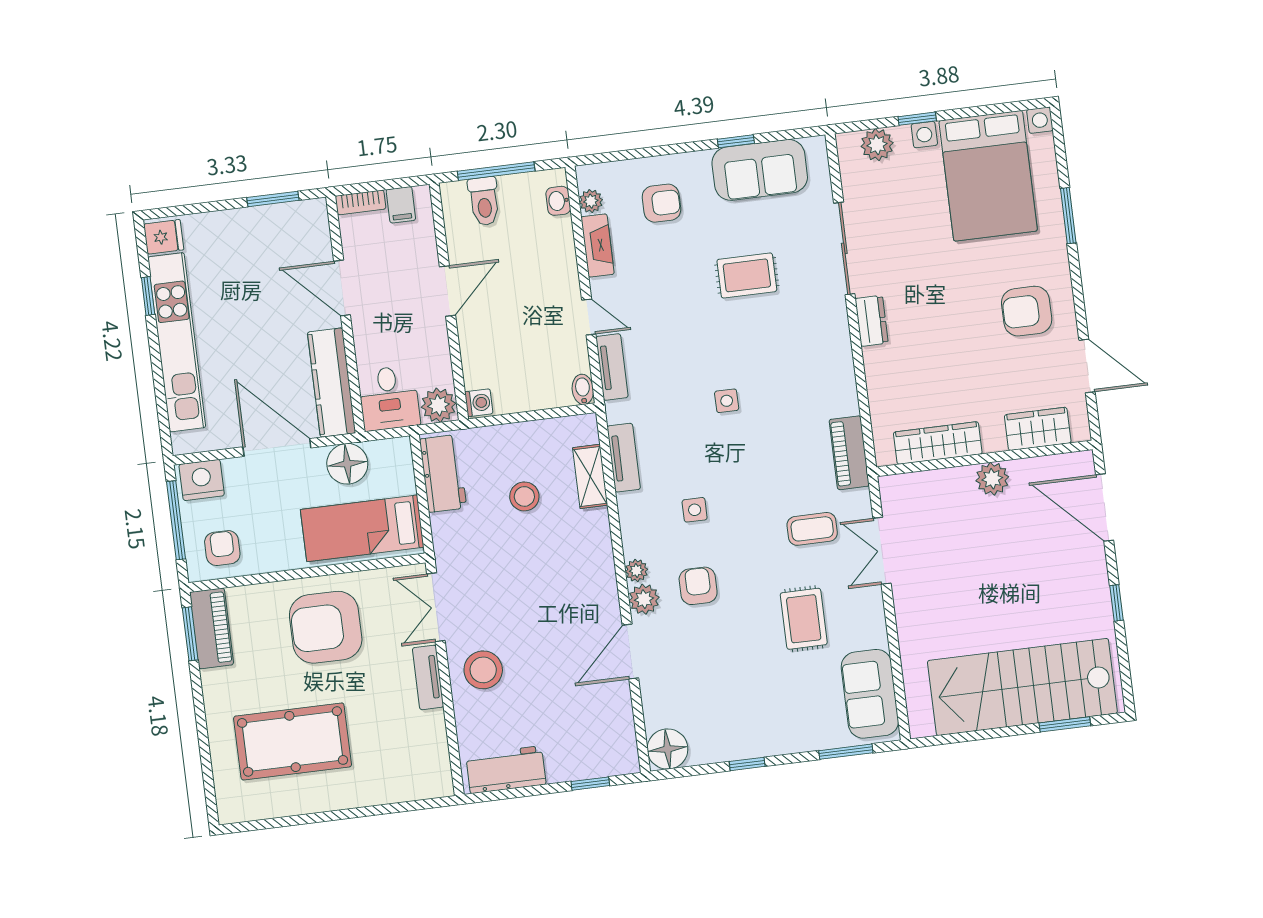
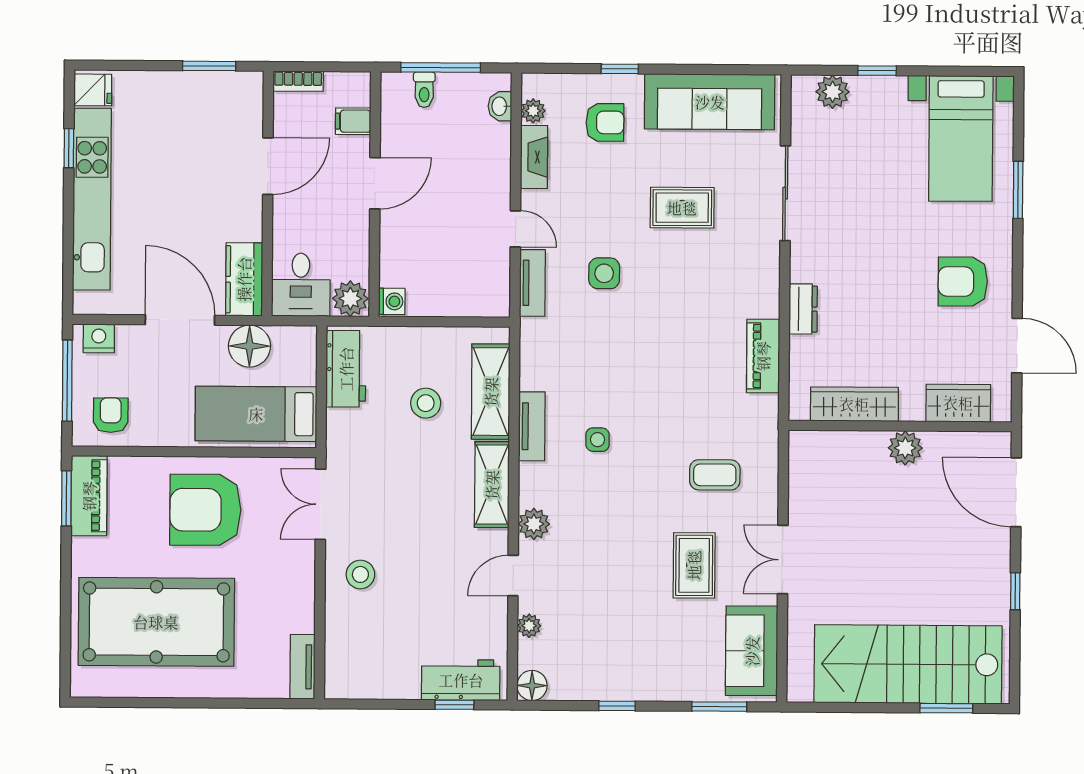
window: (736, 141) -> (620, 69), moved
sofa: (760, 170) -> (710, 102), width x1.36
bed with nightstands: (988, 176) -> (961, 139), width x0.73
toilet: (484, 201) -> (424, 90), width x0.73, depth x0.72
filing cabinet: (401, 205) -> (353, 121), moved, turned 90
door: (342, 288) -> (268, 166), swing flipped
dresser: (872, 321) -> (803, 309), moved
kitchen counter: (332, 383) -> (244, 279), width x0.67
bidet: (583, 389) -> (500, 302), removed
side table: (727, 401) -> (604, 273), moved, width x1.37, depth x1.37
piano: (849, 453) -> (763, 356), moved
tv unit: (624, 458) -> (532, 426), moved
shelving: (590, 476) -> (491, 392), width x1.50, depth x1.33
nightstand: (202, 480) -> (99, 338), width x0.74, depth x0.75
double door: (882, 551) -> (783, 560), moved
shelving: (599, 566) -> (492, 485), added
plant: (636, 571) -> (529, 626), moved
armchair: (698, 586) -> (591, 518), removed
door: (630, 652) -> (513, 576), width x0.73
stool: (483, 670) -> (360, 574), width x0.73, depth x0.73
tv unit: (428, 677) -> (303, 667), moved
pool table: (293, 741) -> (156, 622), width x1.36, depth x1.32
floor lamp: (667, 749) -> (532, 686), width x0.73, depth x0.73
workbench: (506, 770) -> (461, 680), moved

